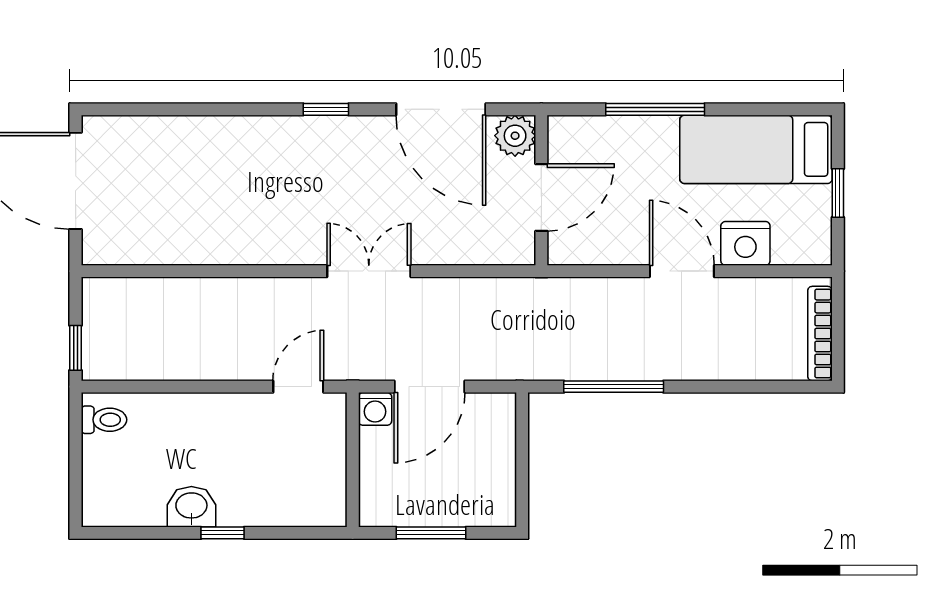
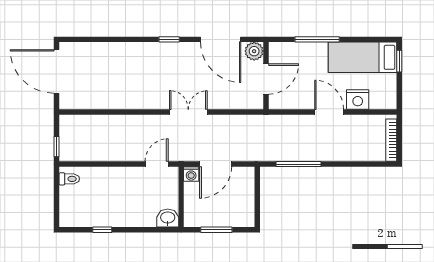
window: (838, 193) -> (399, 61), moved
washbasin: (191, 507) -> (168, 218), moved
window: (222, 533) -> (102, 230), moved

